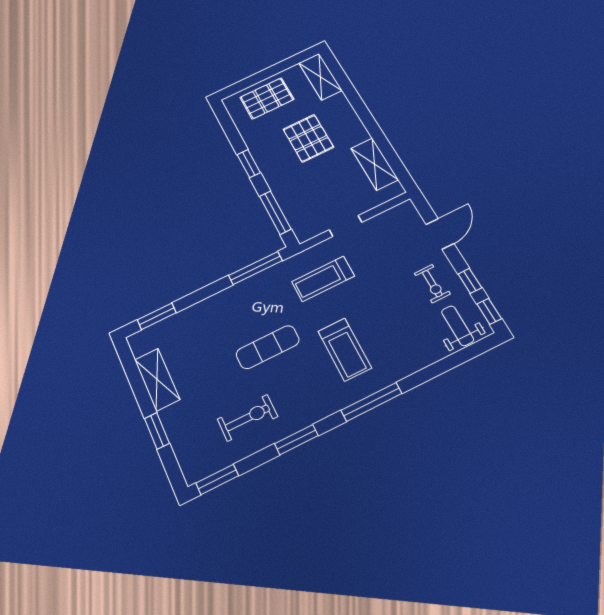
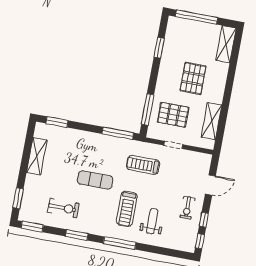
window: (258, 77) -> (197, 17), added
pallet: (267, 98) -> (173, 115), moved
window: (249, 164) -> (159, 48), moved
weight bench: (458, 326) -> (152, 221), moved
window: (157, 431) -> (18, 198), moved

